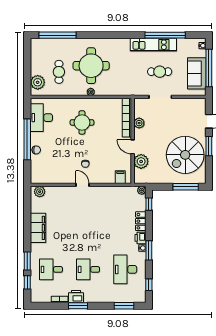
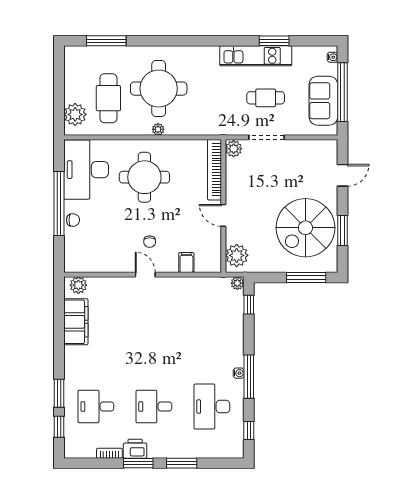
window: (58, 35) -> (106, 41), width x0.68
window: (165, 35) -> (274, 41), width x0.47
cafe table: (59, 72) -> (108, 98), width x1.37, depth x1.35
desk: (41, 118) -> (86, 170), width x1.36, depth x1.30
round table: (82, 122) -> (144, 177), width x1.36, depth x1.36
plant: (139, 123) -> (234, 149), moved
window: (209, 146) -> (342, 231), moved
plant: (141, 161) -> (237, 255), moved
filing cabinet: (120, 177) -> (186, 263), moved
locker: (141, 221) -> (236, 331), removed
filing cabinet: (38, 228) -> (76, 322), moved
printer: (140, 238) -> (236, 357), removed
window: (149, 250) -> (249, 377), width x1.44
window: (124, 306) -> (182, 463), moved

